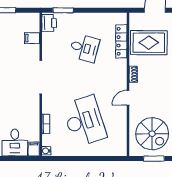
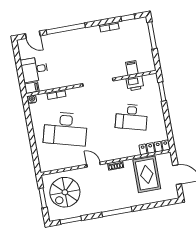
printer: (49, 23) -> (135, 83), moved
locker: (121, 41) -> (154, 147), moved
desk: (84, 48) -> (131, 117), width x1.37
desk: (84, 121) -> (65, 129), turned 33

